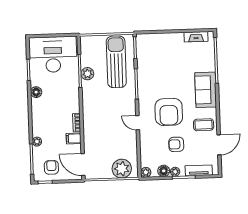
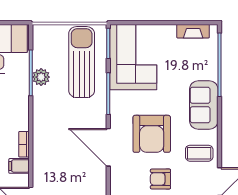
corner sofa: (154, 57) -> (133, 57), added
door: (138, 123) -> (108, 147), width x1.87

